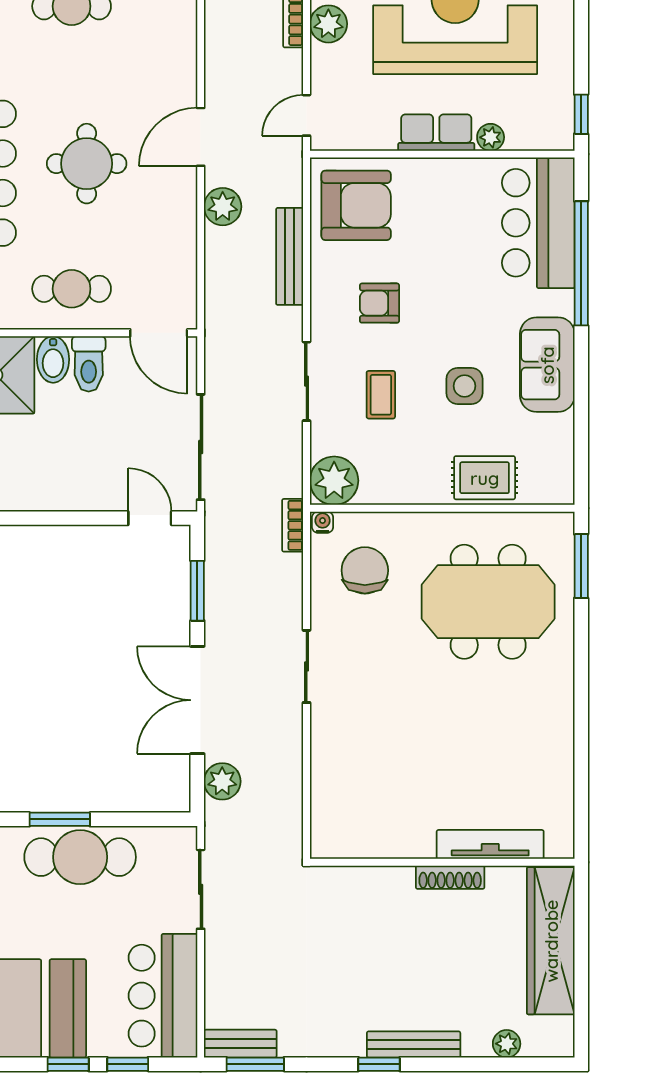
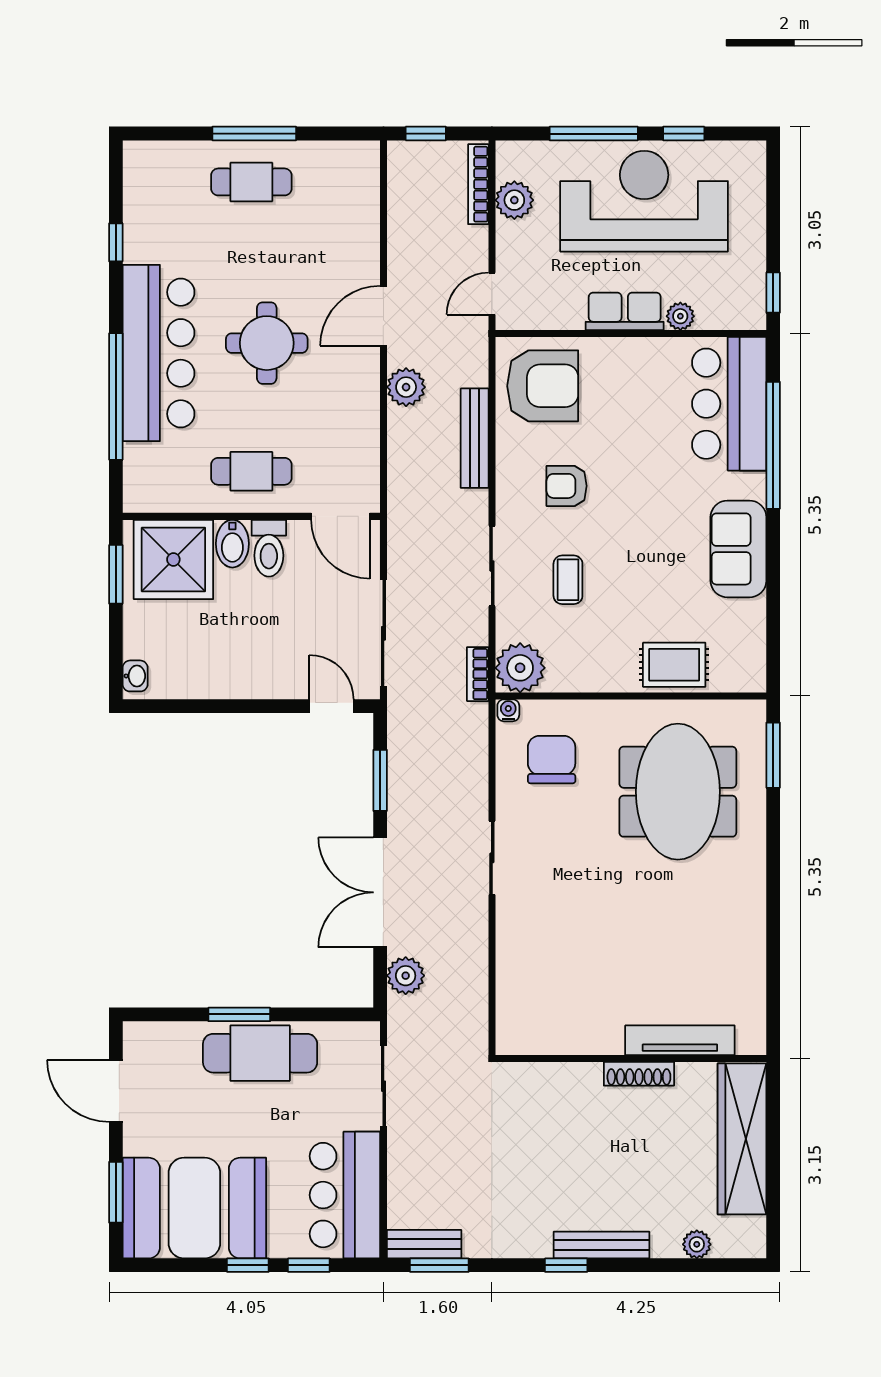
side table: (464, 386) -> (654, 571), removed
bookcase: (293, 525) -> (478, 674), moved
meeting table: (488, 602) -> (678, 792), turned 90

